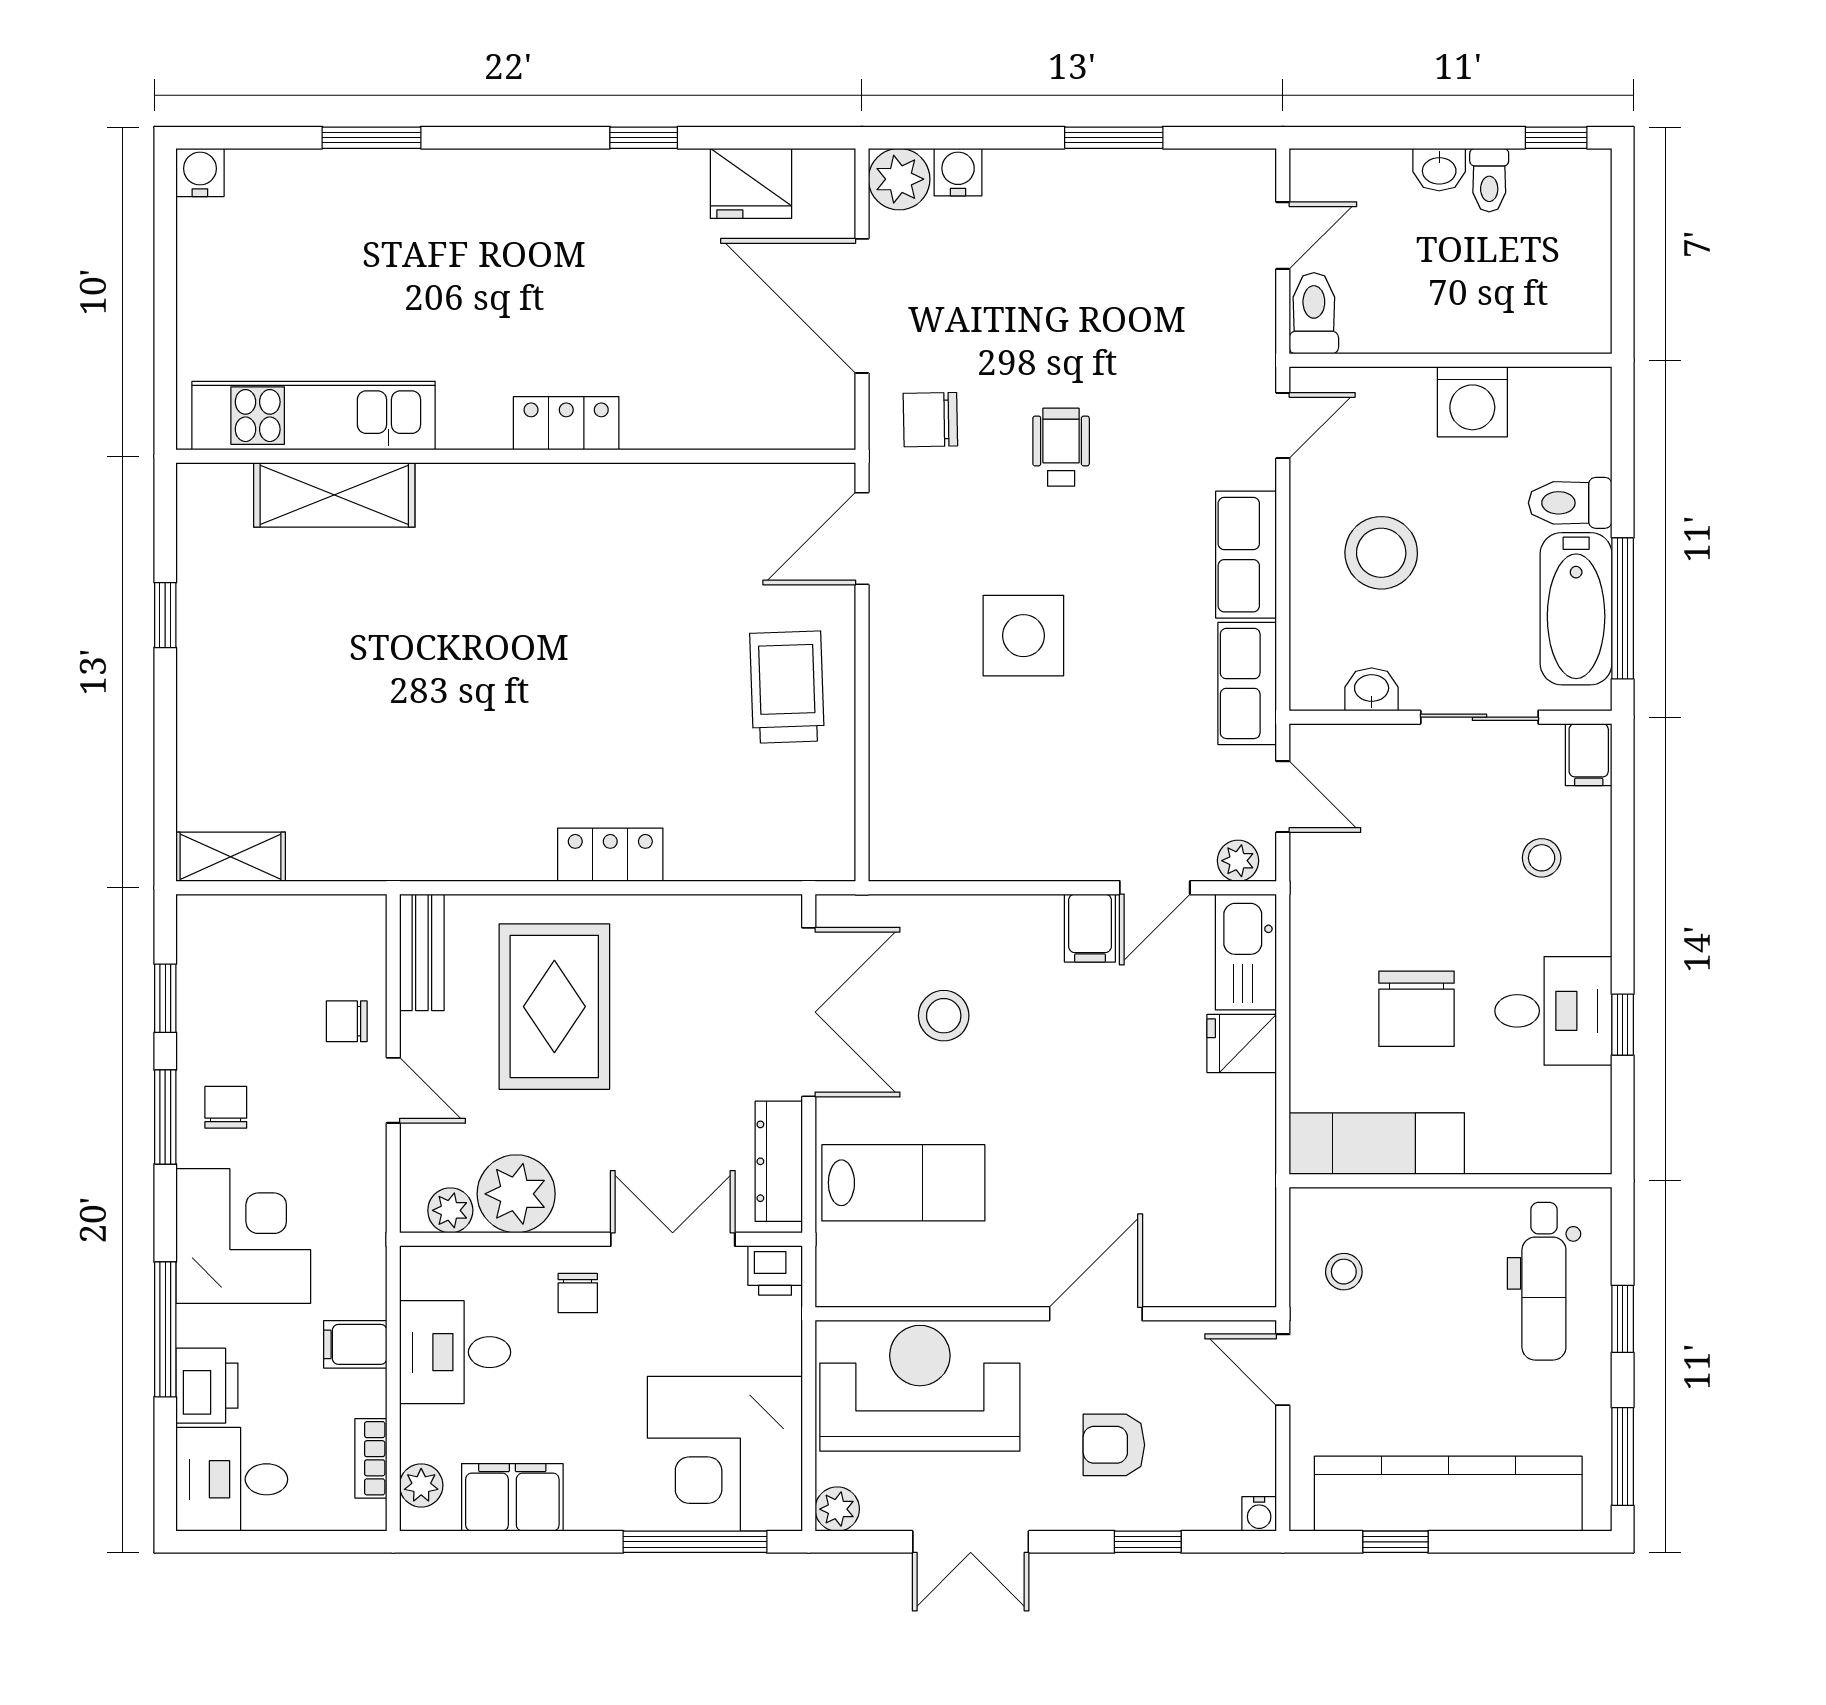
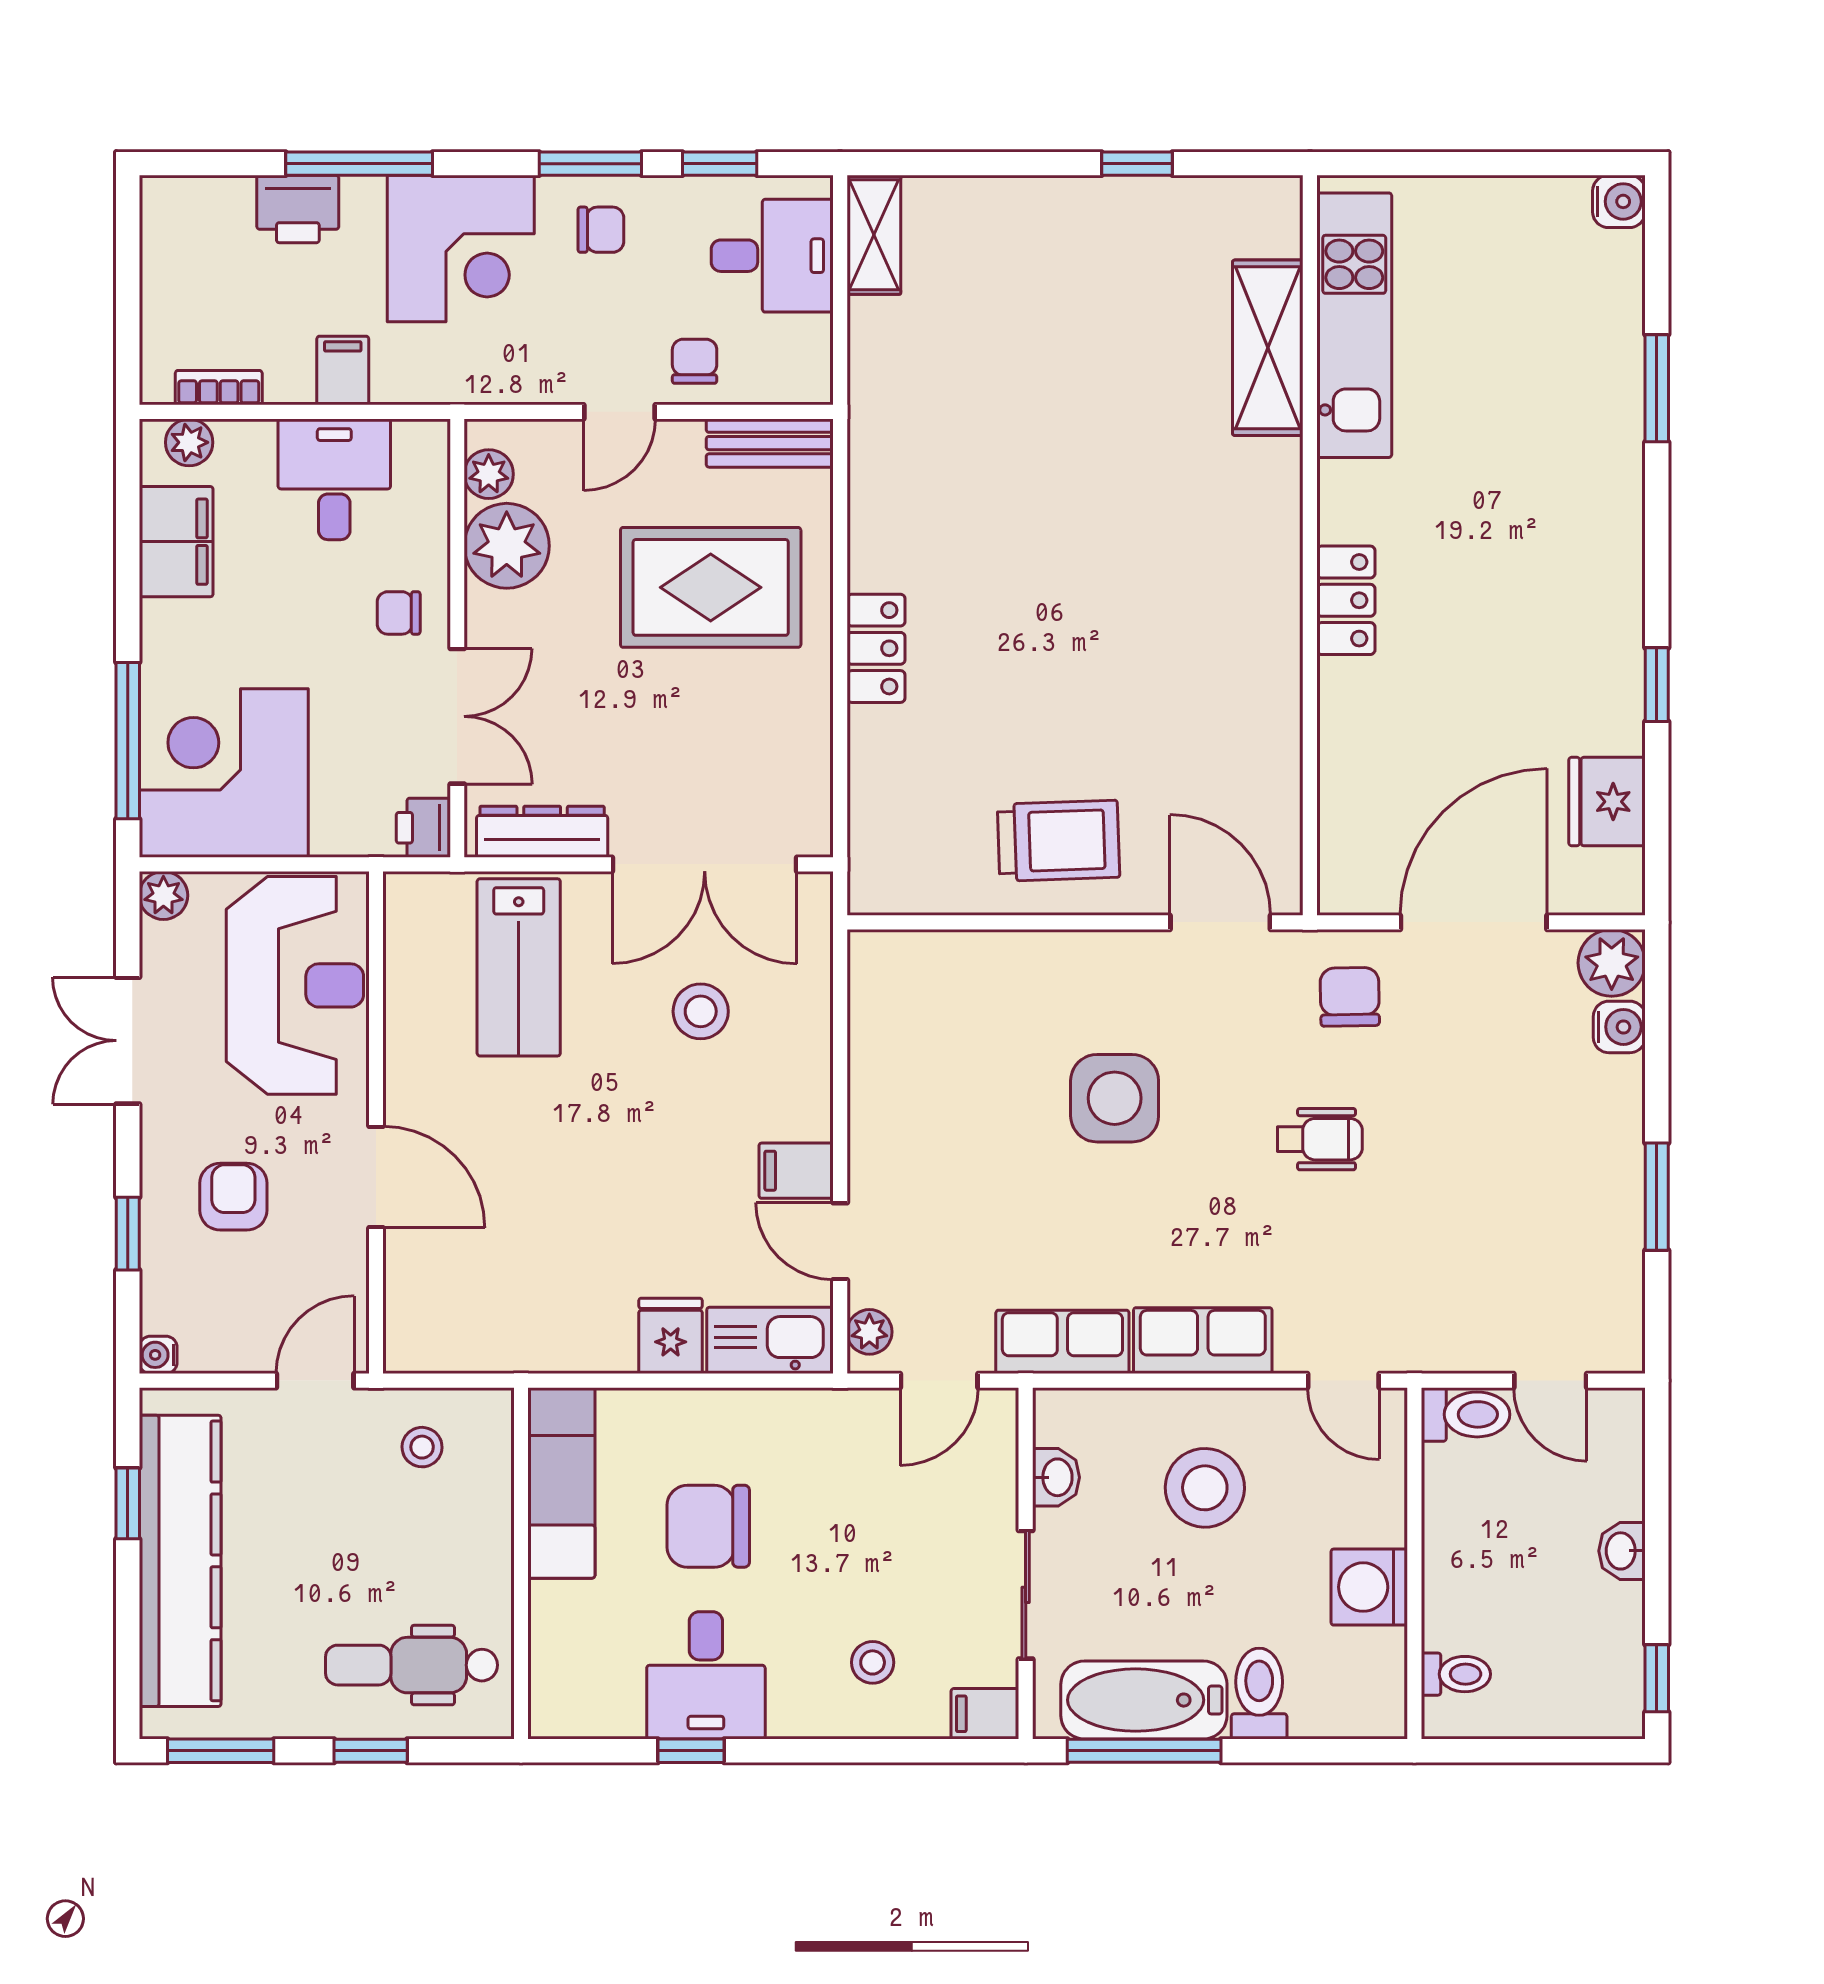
toilet: (1489, 180) -> (1456, 1674), moved, turned 180
desk: (232, 1479) -> (772, 256), moved, turned 90

